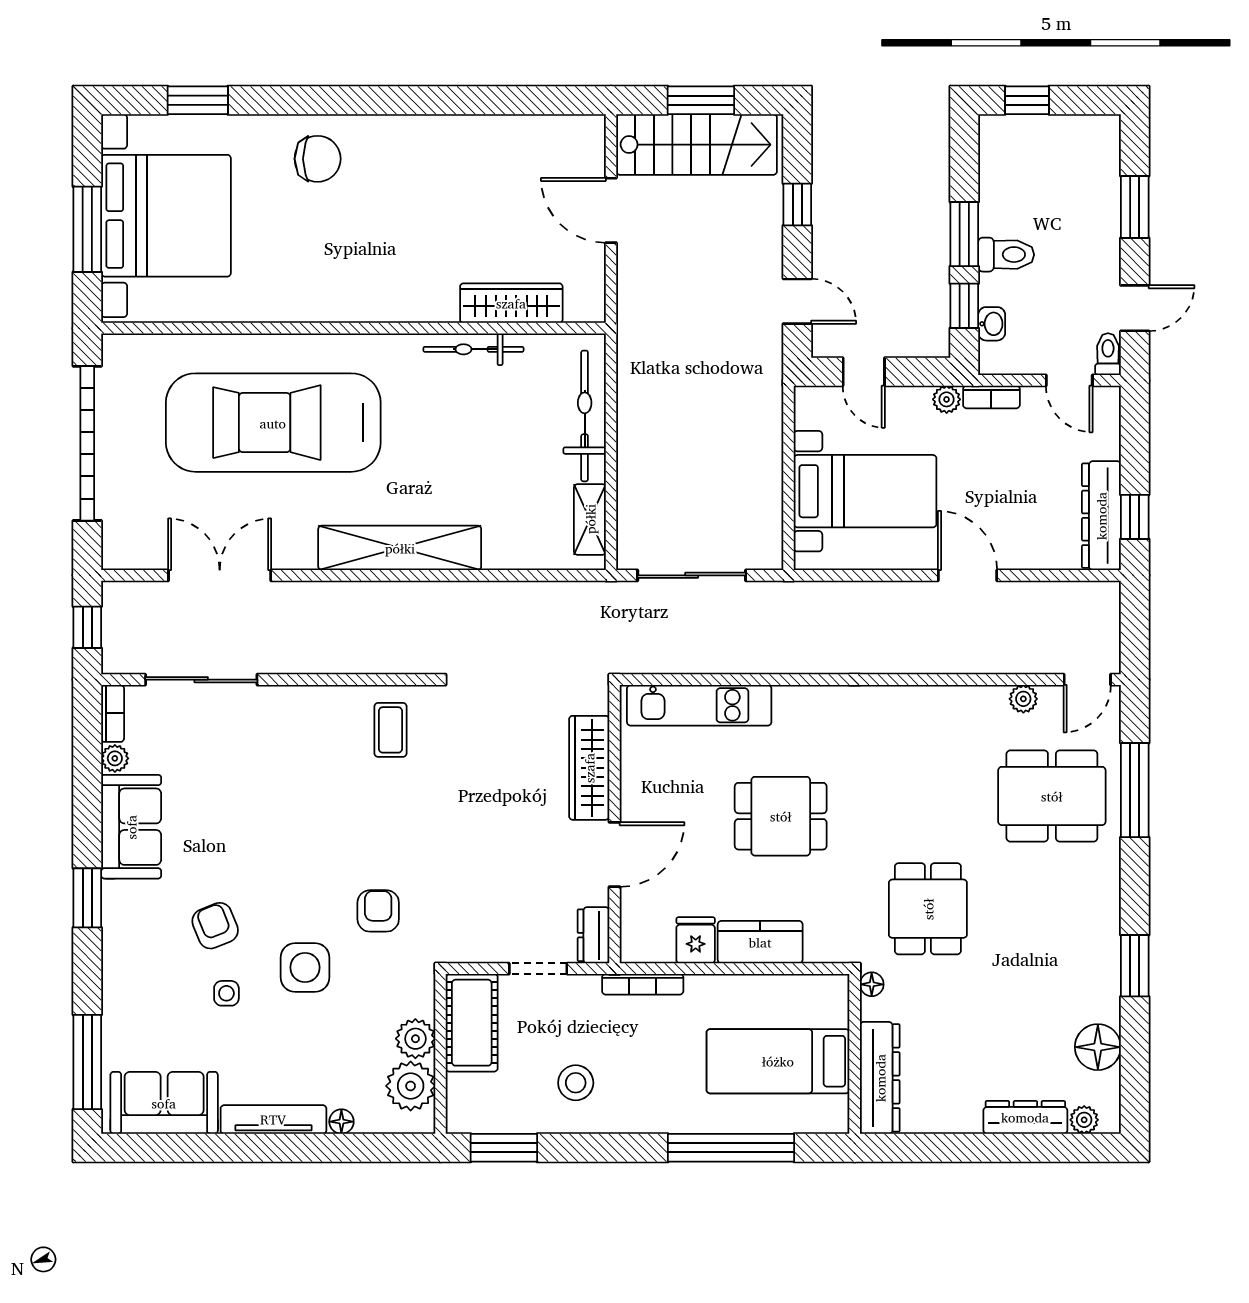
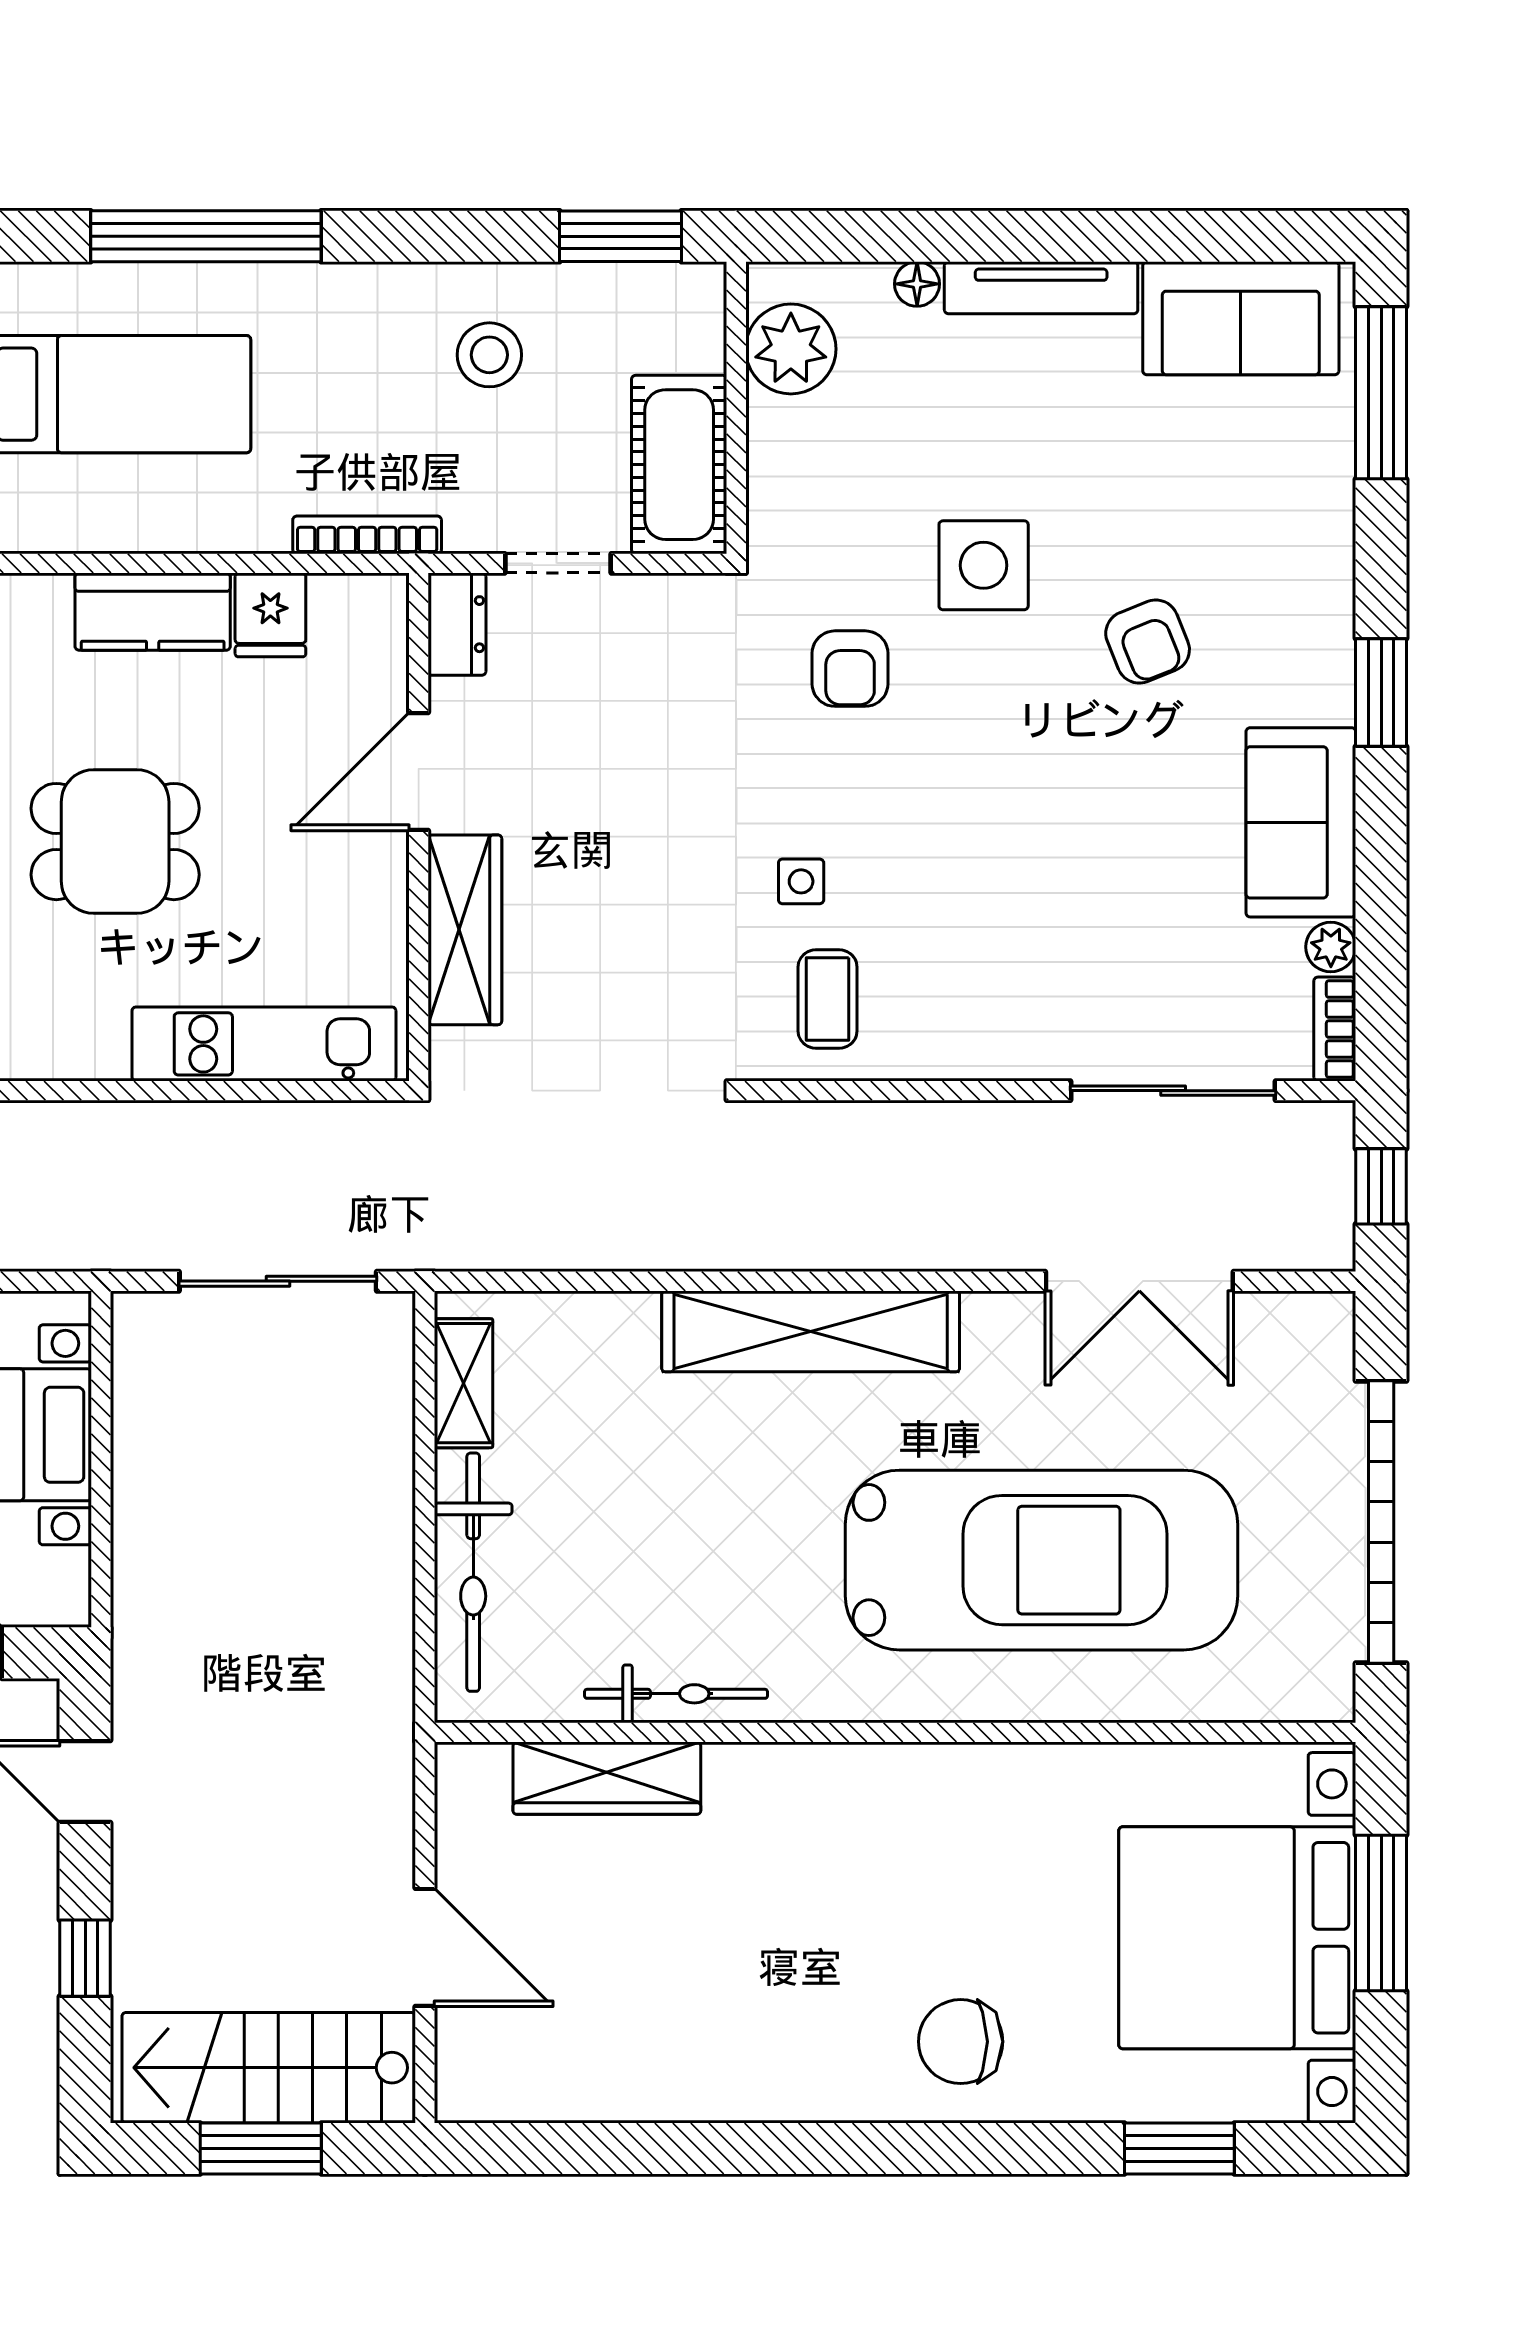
side table: (226, 993) -> (801, 881), moved
plant: (415, 1039) -> (782, 435), removed

